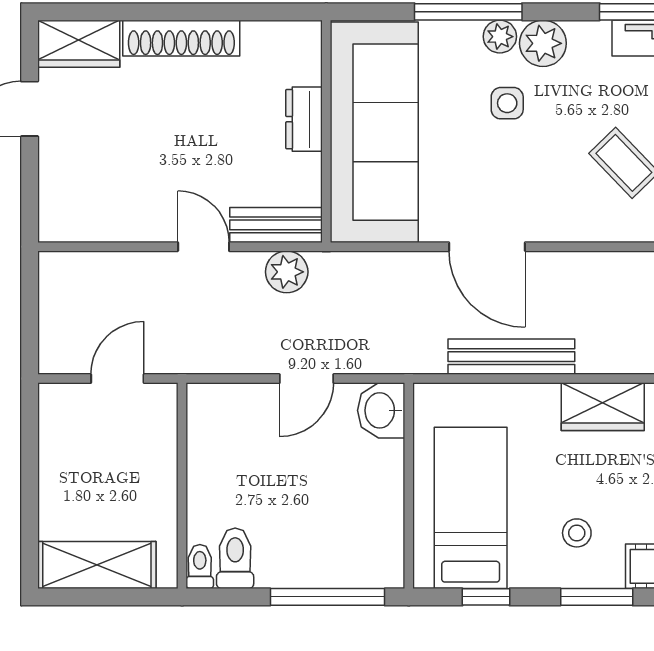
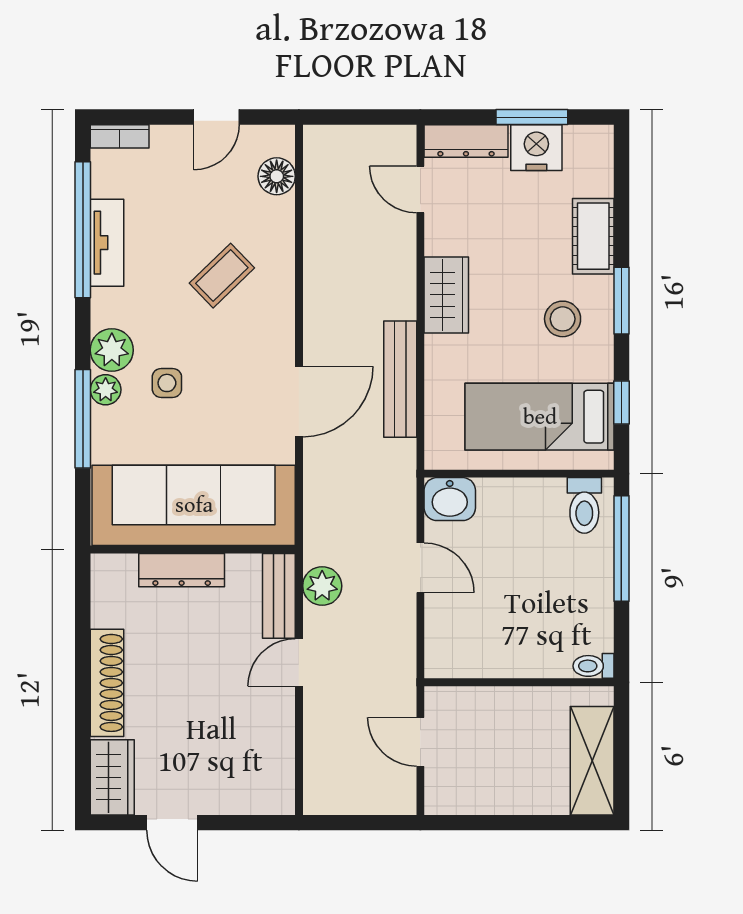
dresser: (304, 119) -> (182, 570), width x1.44
stool: (577, 533) -> (563, 319), width x1.37, depth x1.37
toilet: (235, 558) -> (584, 505), moved, turned -90

